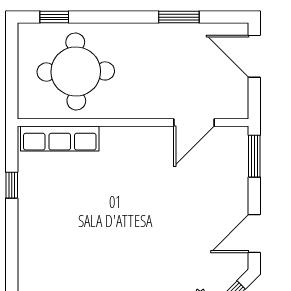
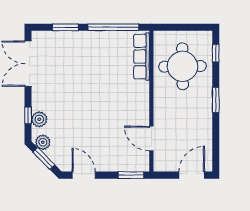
window: (179, 17) -> (216, 100), moved
window: (12, 185) -> (113, 27), width x3.17
window: (12, 264) -> (65, 27), added

